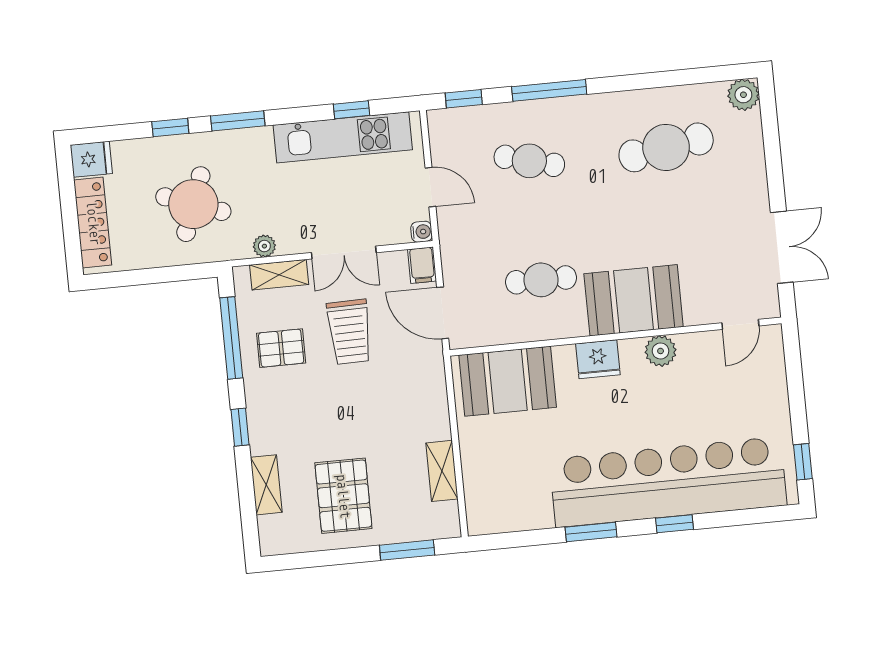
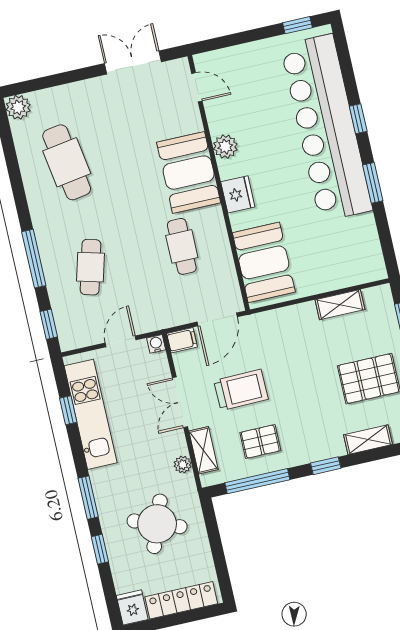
double door: (344, 253) -> (180, 402), swing flipped
pallet: (281, 348) -> (260, 442), turned 90

